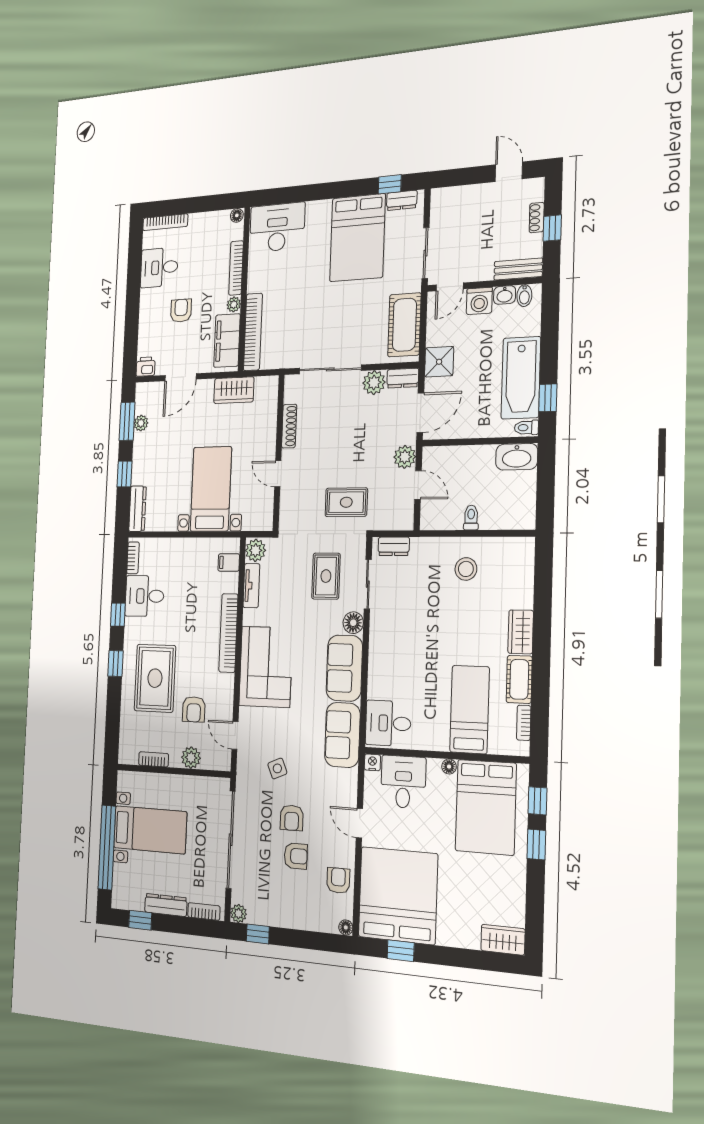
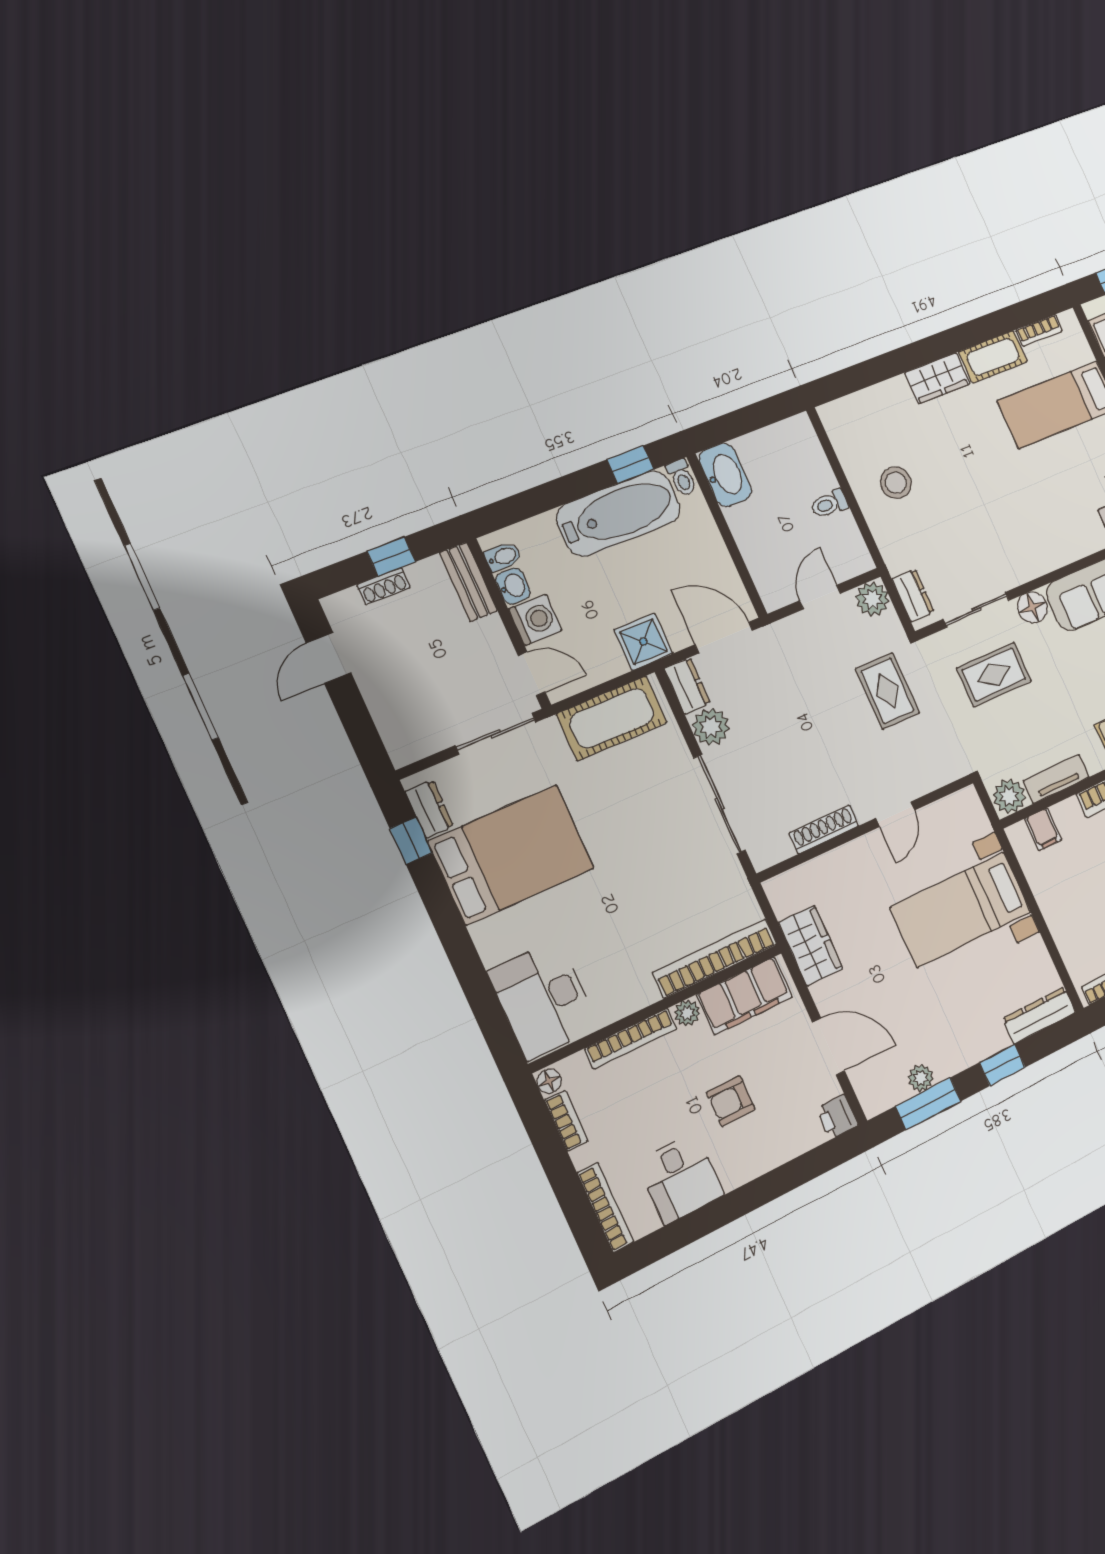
bookcase: (214, 217) -> (566, 1120), added
plant: (405, 457) -> (872, 599), moved

